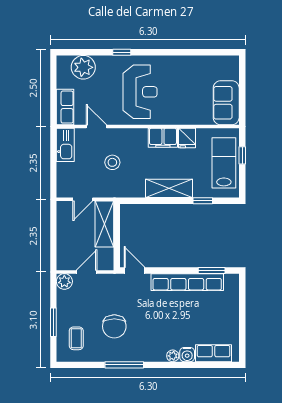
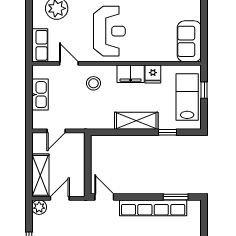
kitchen sink: (65, 145) -> (40, 95), moved
stool: (112, 162) -> (94, 83), moved
shelving: (104, 224) -> (40, 175), moved

